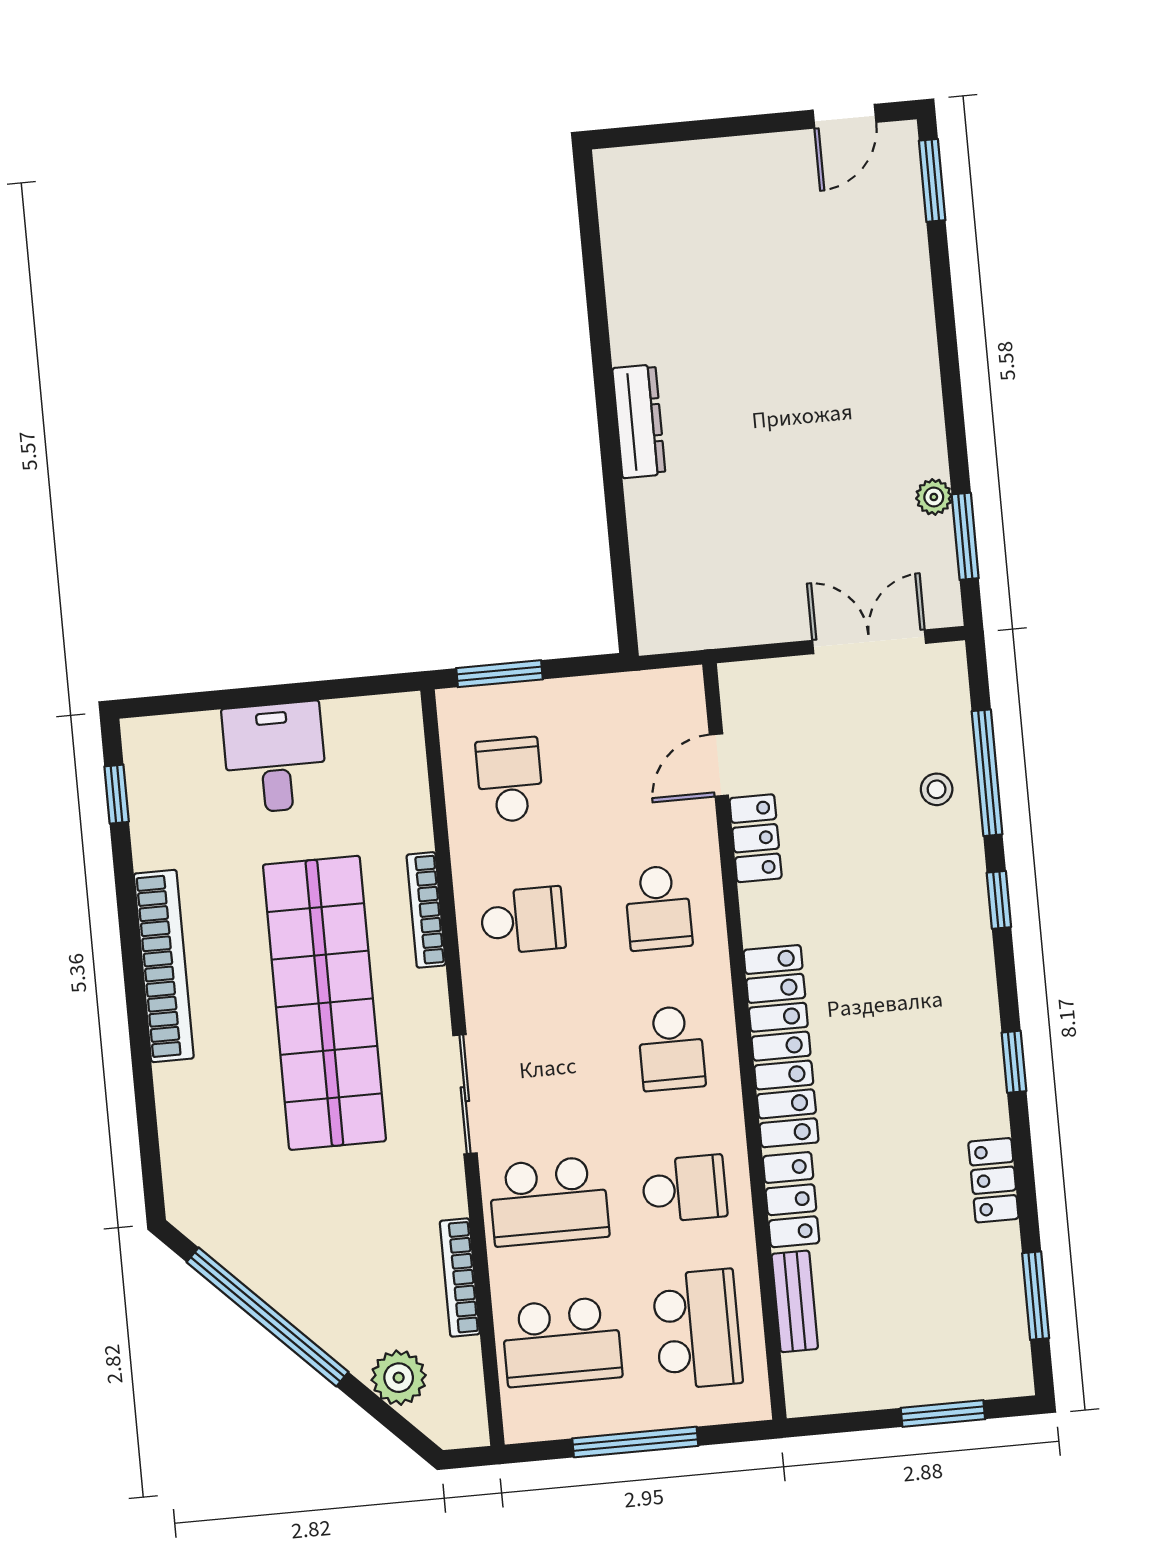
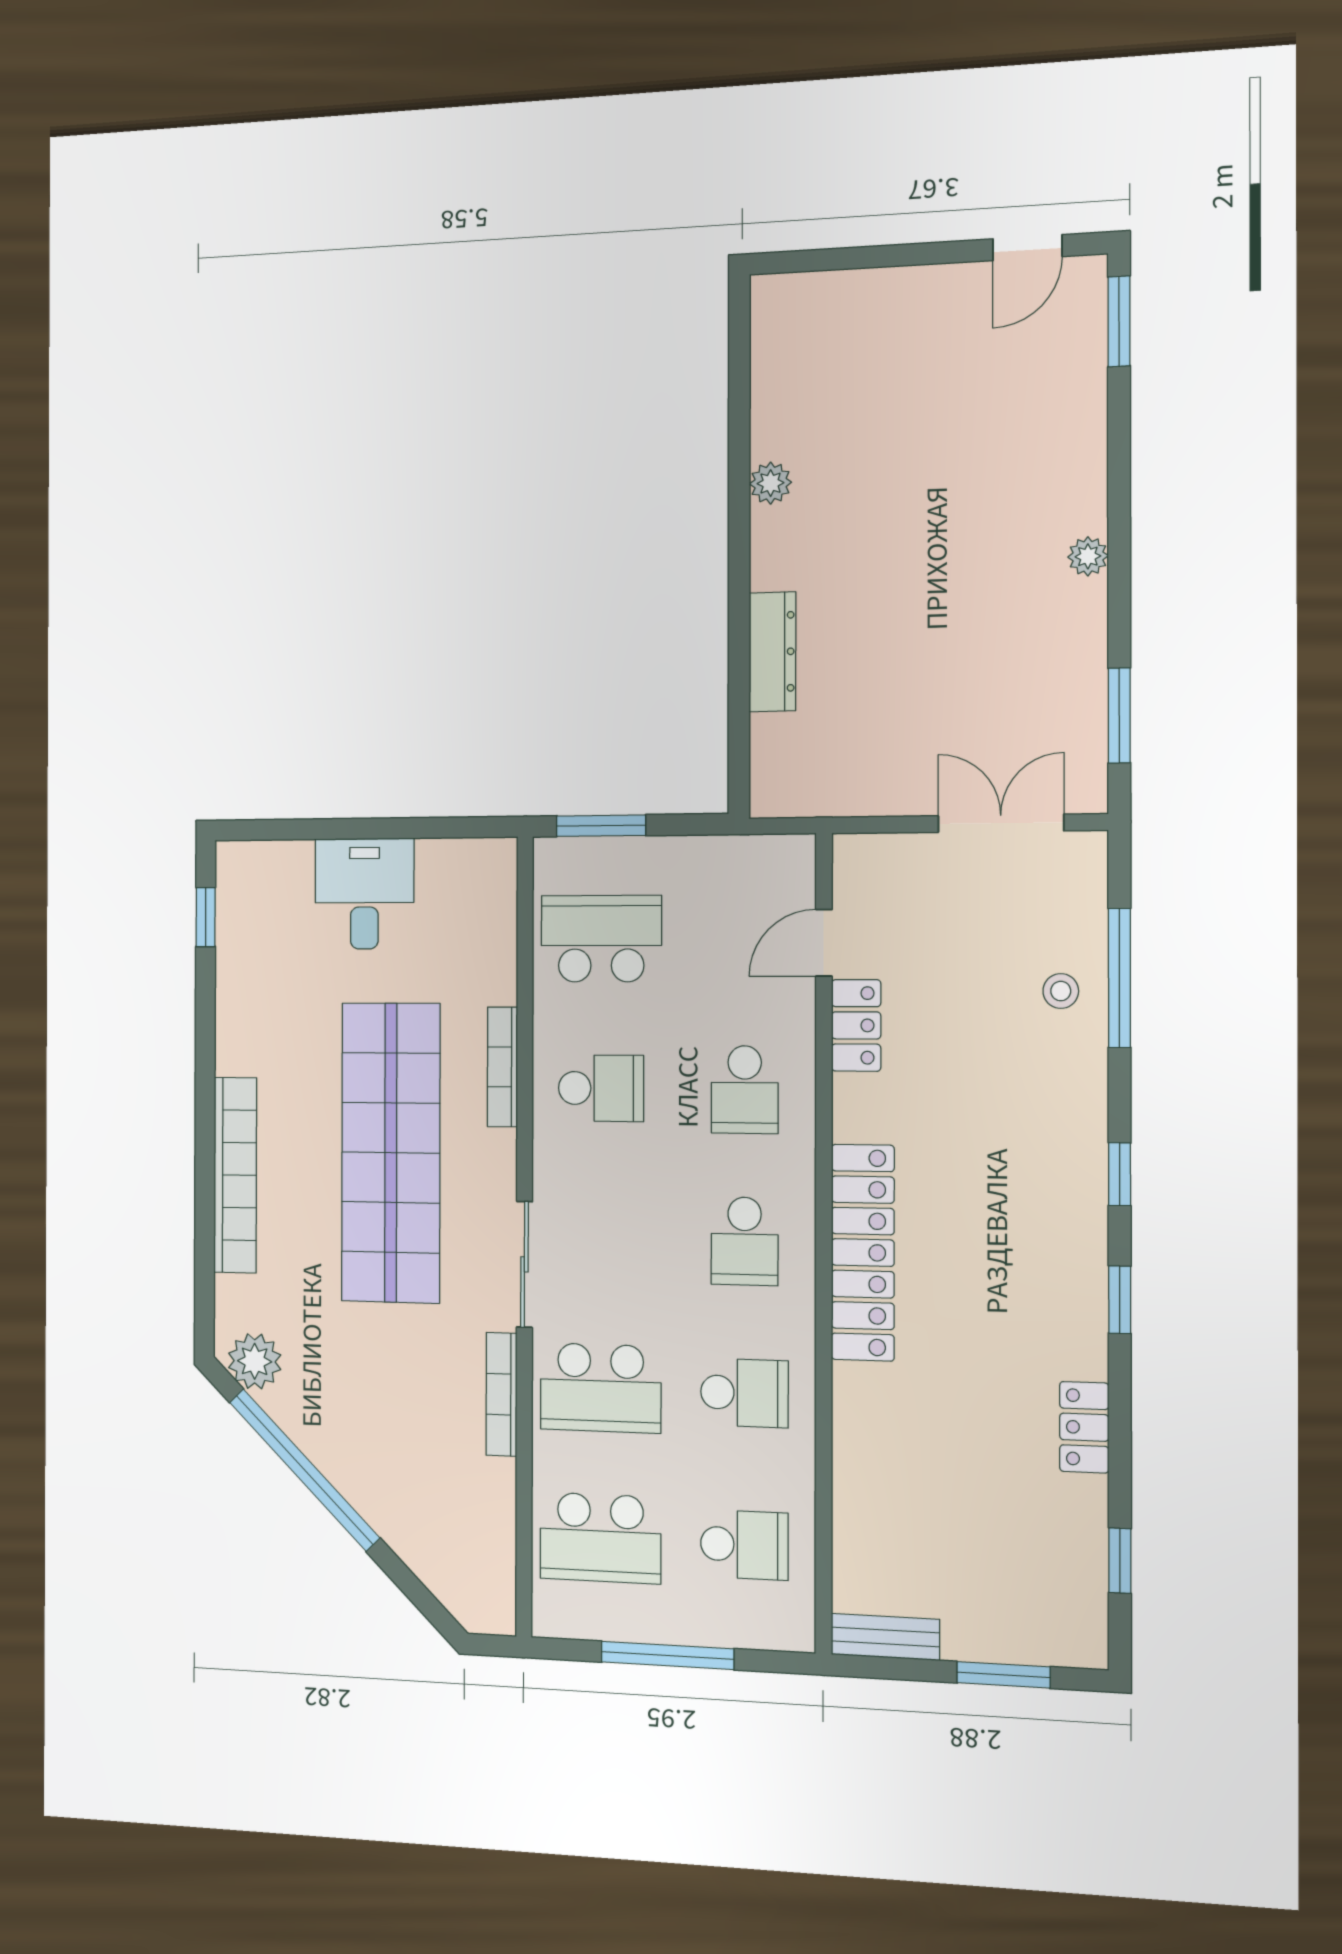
plant: (630, 343) -> (771, 483), added
dresser: (639, 421) -> (772, 652), moved
plant: (934, 497) -> (1088, 556), moved
school desk: (510, 780) -> (601, 939), width x1.85
window: (999, 900) -> (1120, 1174), moved
bookcase: (164, 966) -> (235, 1175), moved
locker: (791, 1200) -> (858, 1419), removed
bookcase: (460, 1278) -> (501, 1394), moved
window: (1036, 1296) -> (1120, 1561), width x0.67
bench: (795, 1301) -> (885, 1637), moved, turned 90
school desk: (697, 1329) -> (744, 1545), width x0.54
plant: (399, 1378) -> (255, 1361), moved

